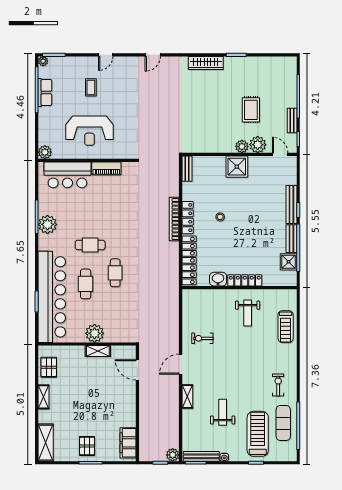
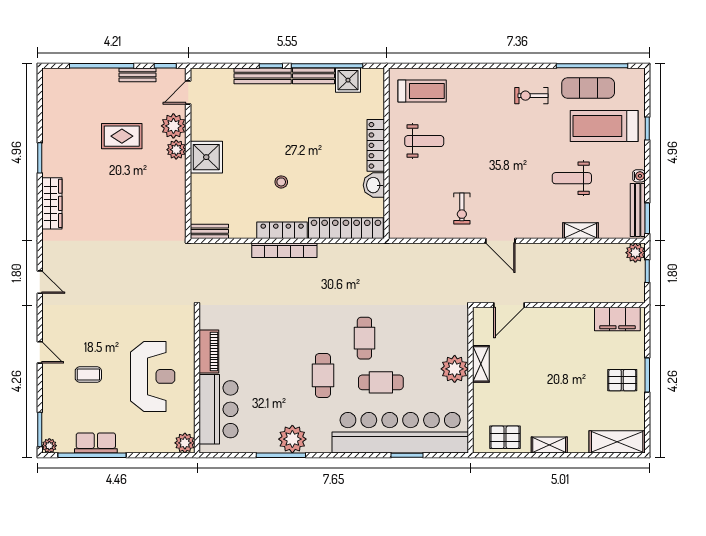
cafe table: (115, 273) -> (364, 338), turned 90
treadmill: (286, 327) -> (422, 91), moved
shelving: (187, 396) -> (580, 231), moved

